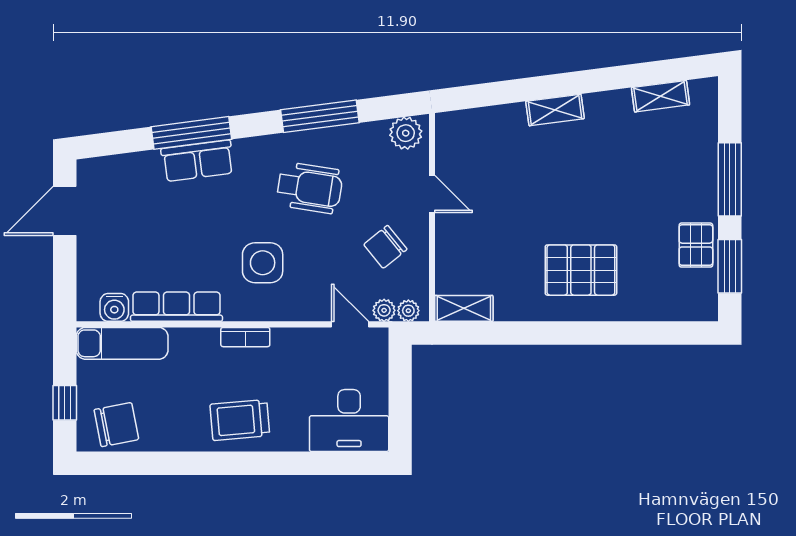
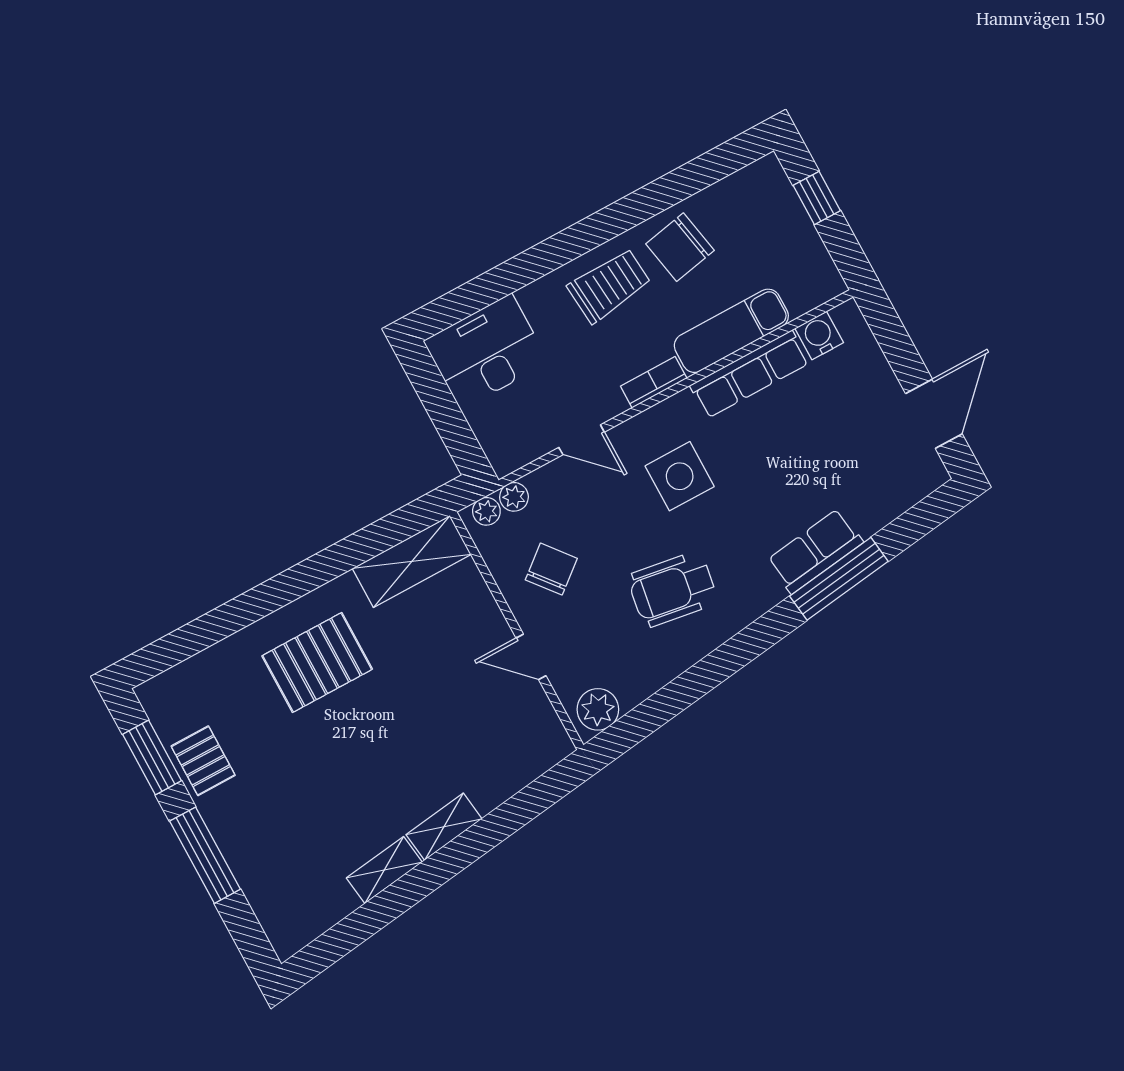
shelving: (661, 96) -> (384, 870), moved
window: (320, 116) -> (705, 676), removed
shelving: (464, 308) -> (412, 561), width x1.50, depth x1.33
door: (350, 324) -> (582, 440), moved
exam couch: (122, 343) -> (731, 331), moved
chair: (116, 425) -> (680, 247), moved

